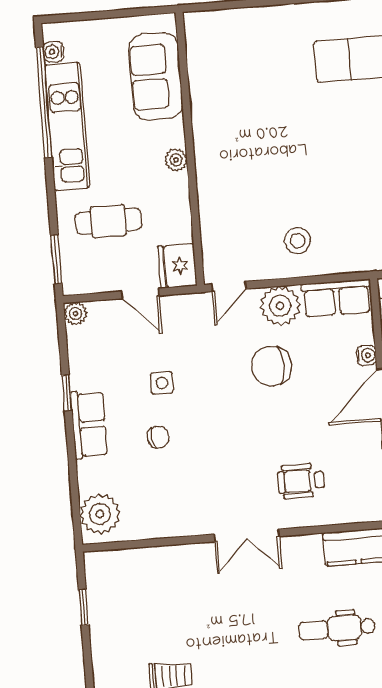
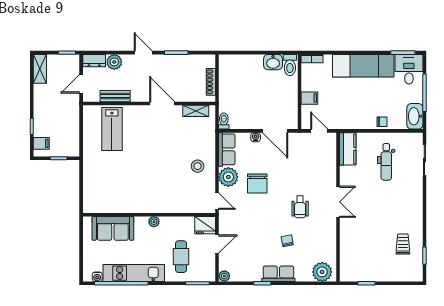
side table: (162, 383) -> (261, 237), removed
wheelchair: (301, 481) -> (300, 207), moved

